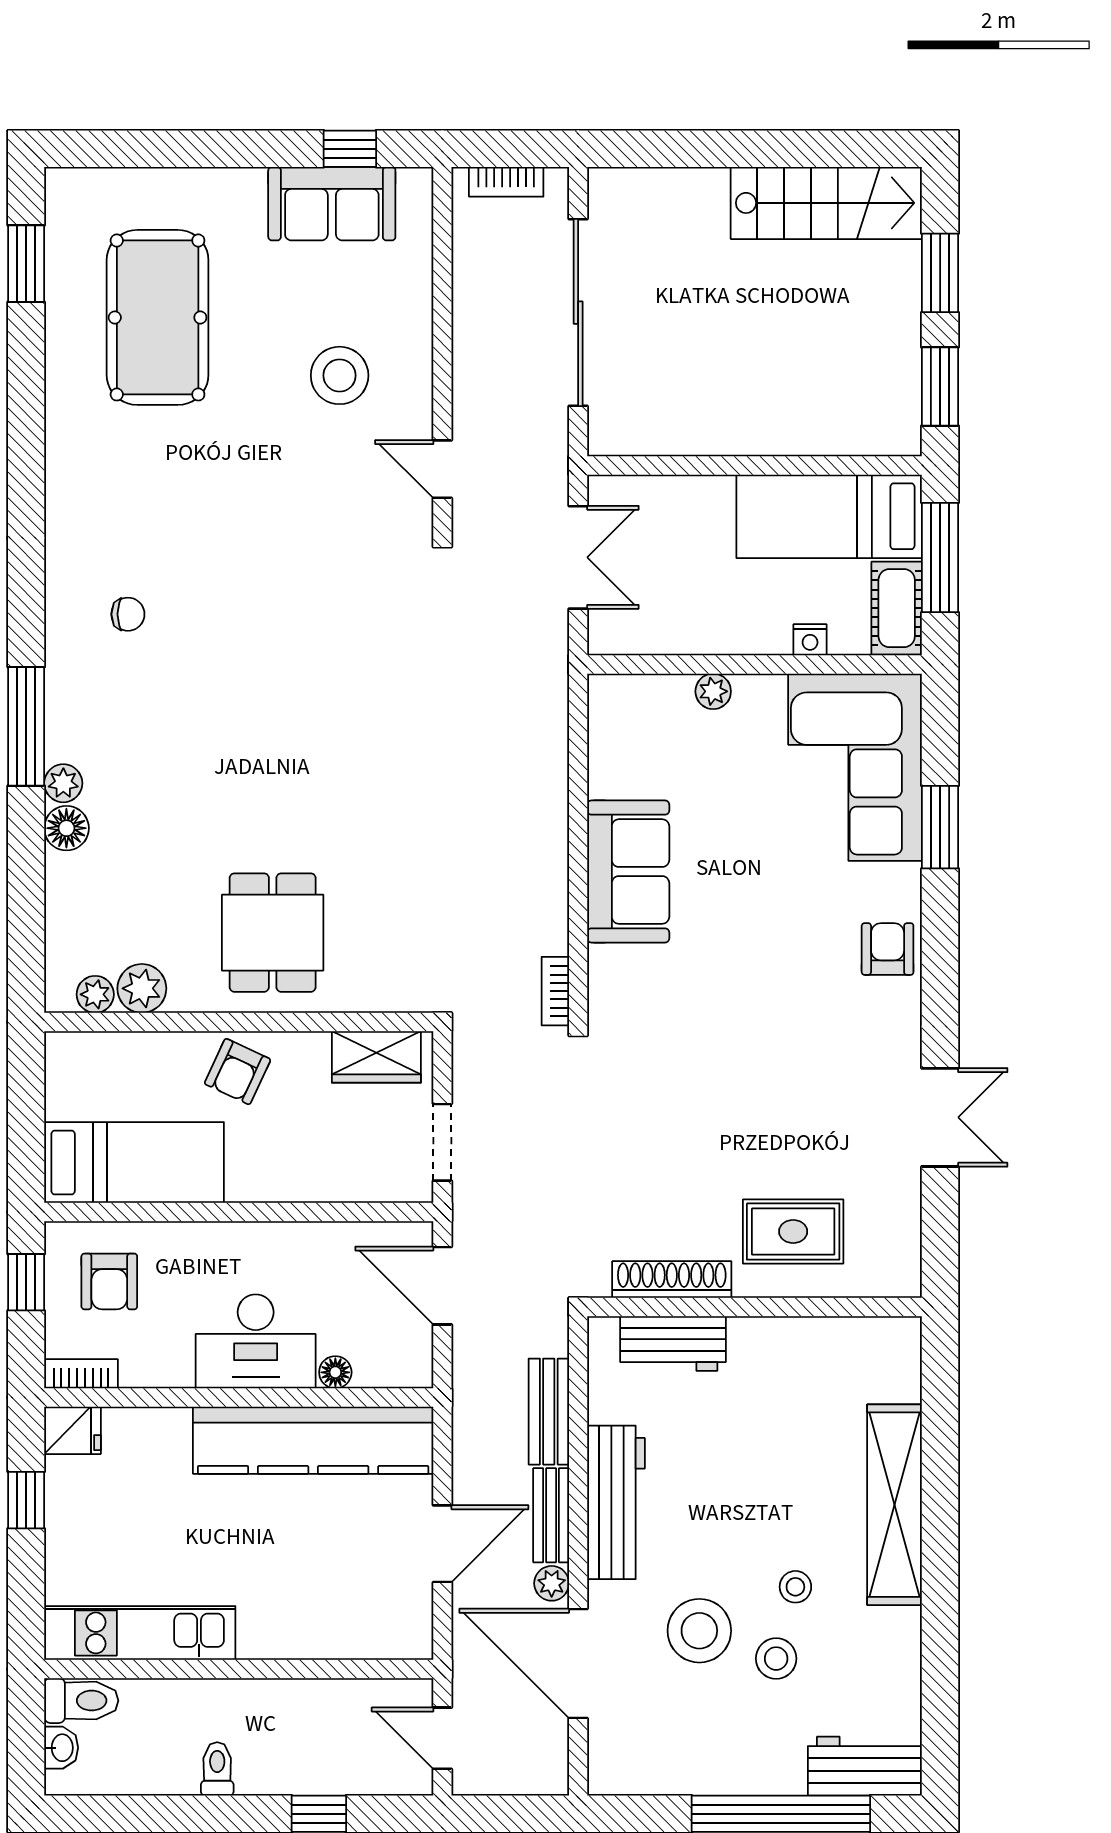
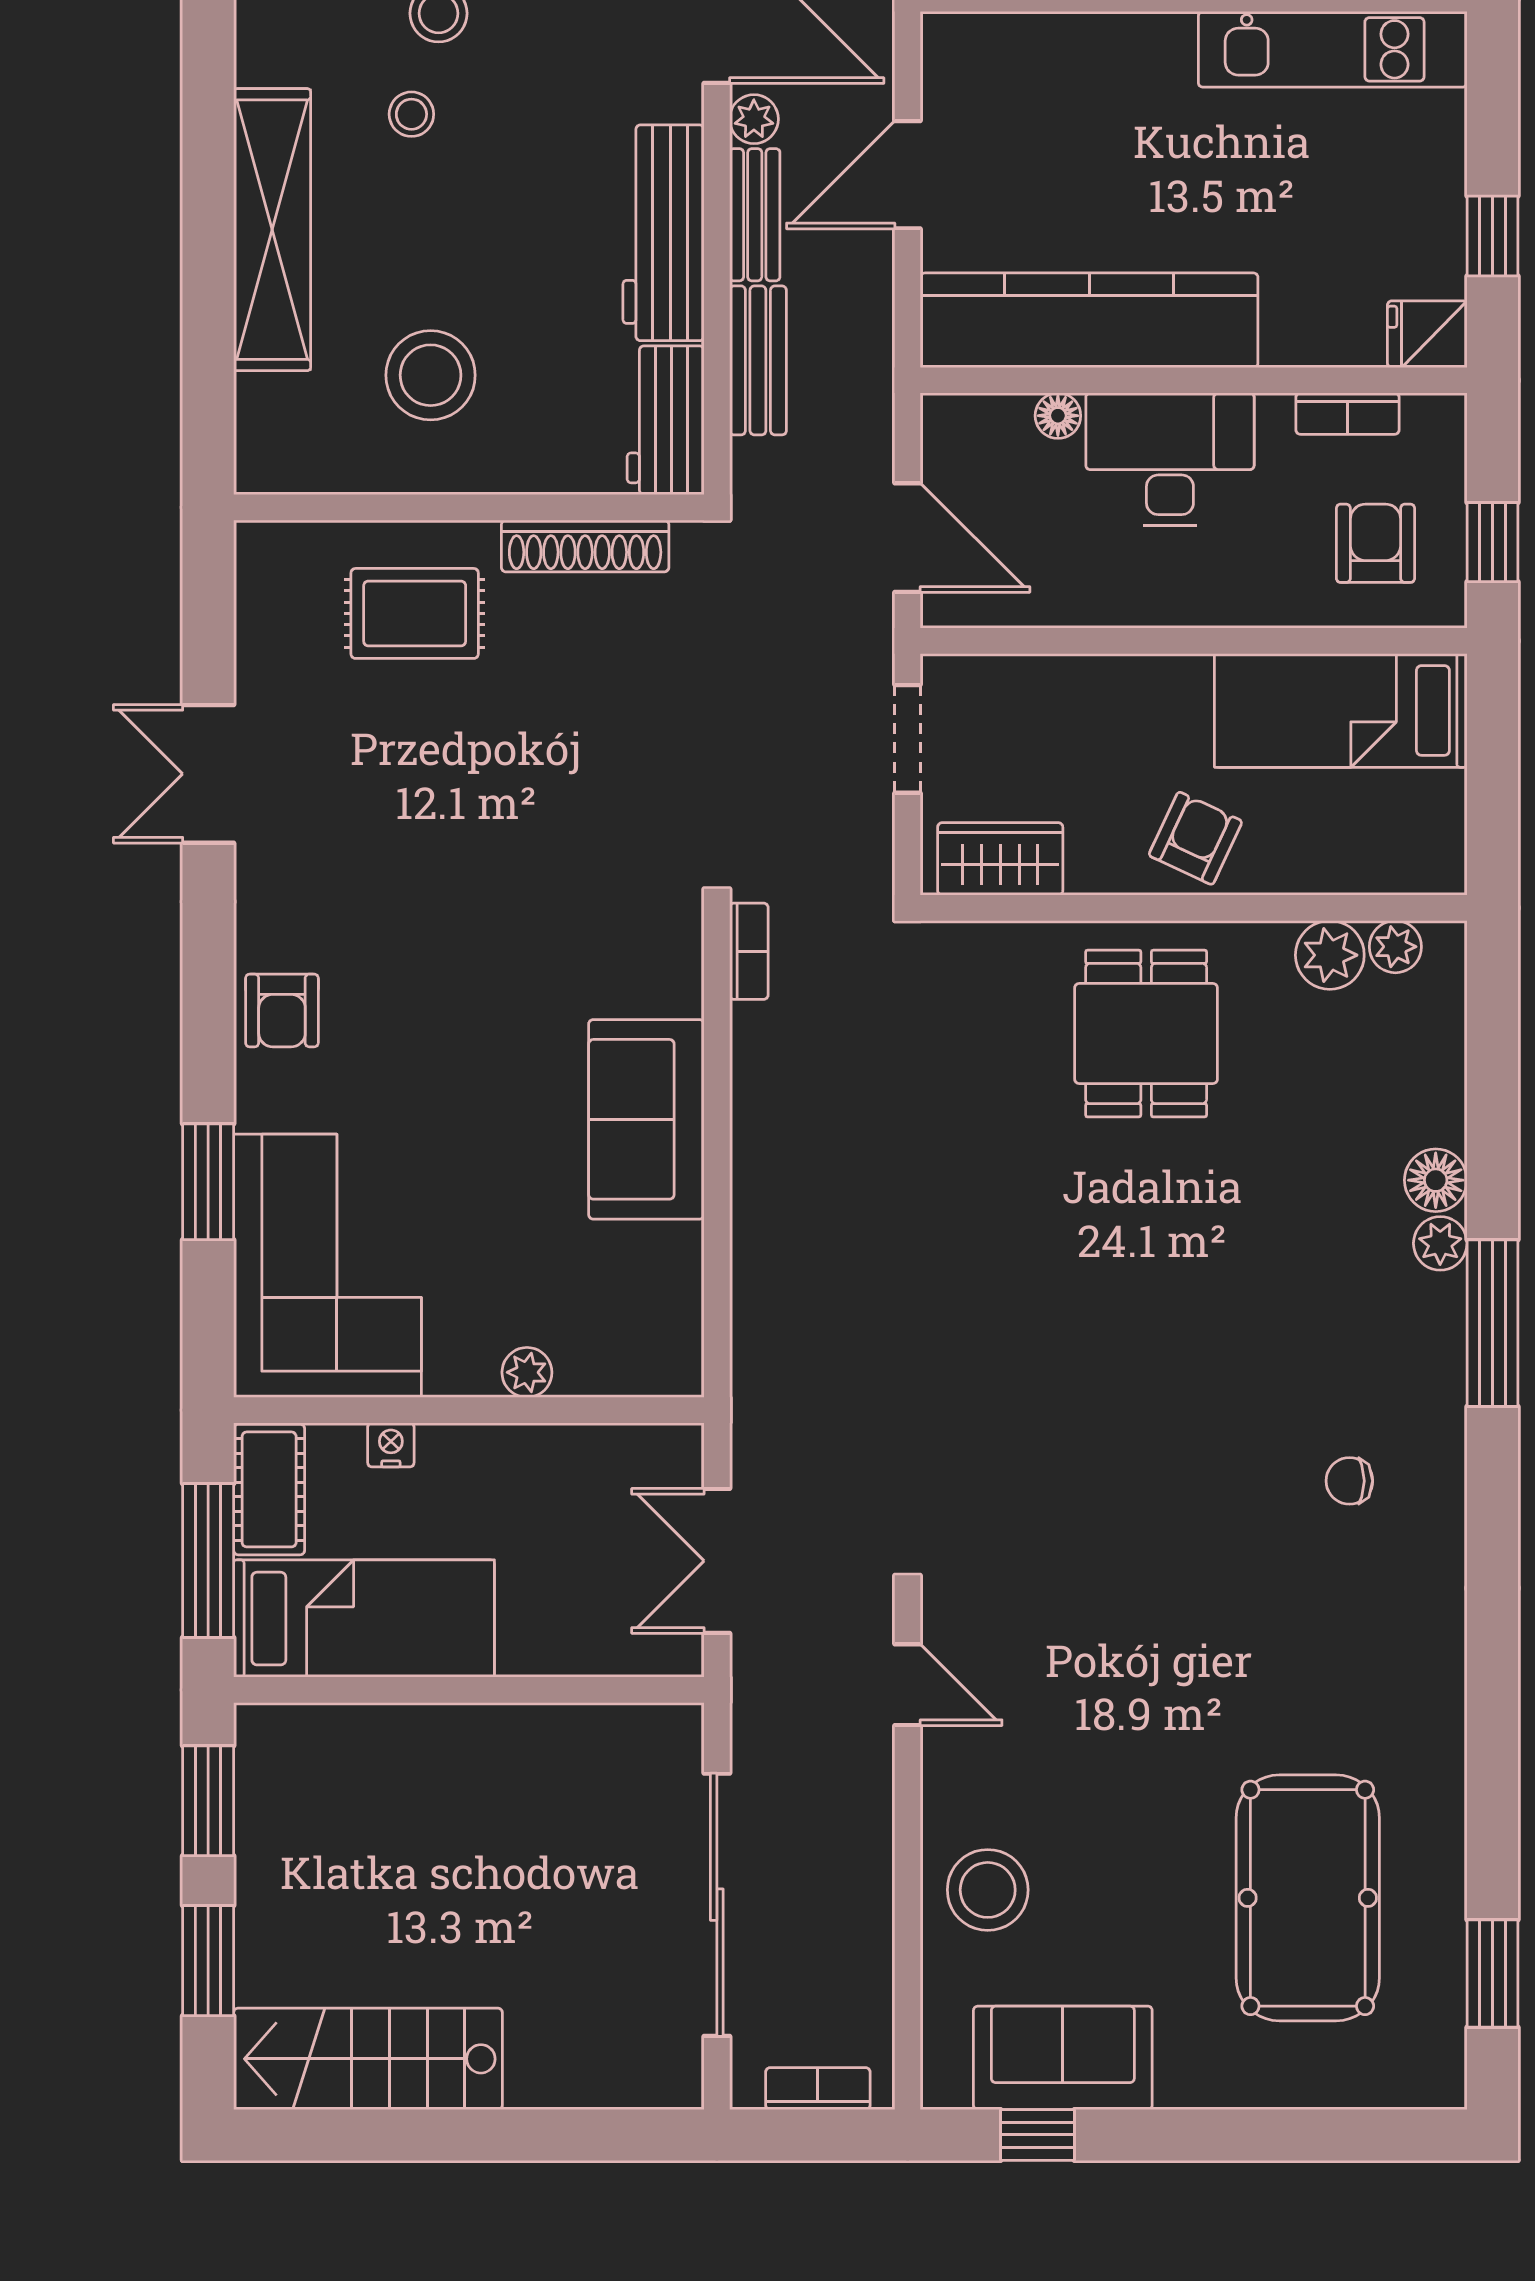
stool: (340, 375) -> (988, 1890), moved
workbench: (673, 1343) -> (666, 420), moved, turned -90
bookcase: (81, 1374) -> (1347, 414), moved
stool: (699, 1631) -> (431, 375), moved

